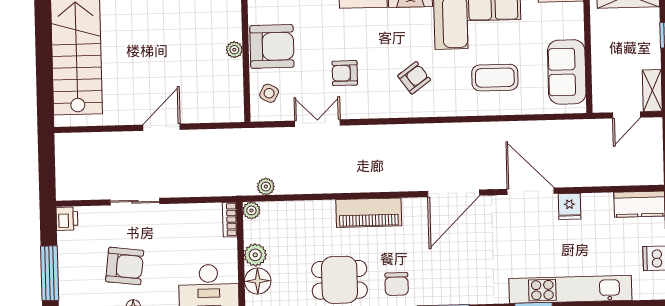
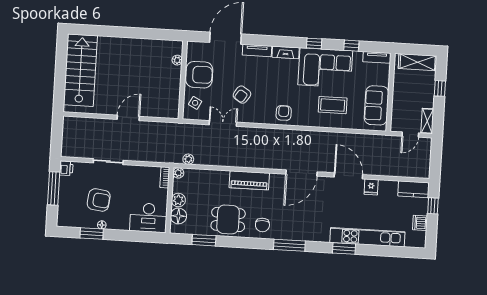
plant: (234, 50) -> (177, 60), moved
armchair: (345, 73) -> (242, 95), turned -57
armchair: (414, 78) -> (284, 113), moved, turned -54
window: (50, 273) -> (54, 188), moved

